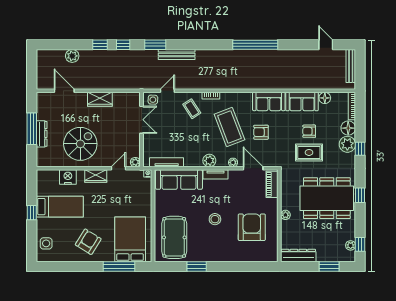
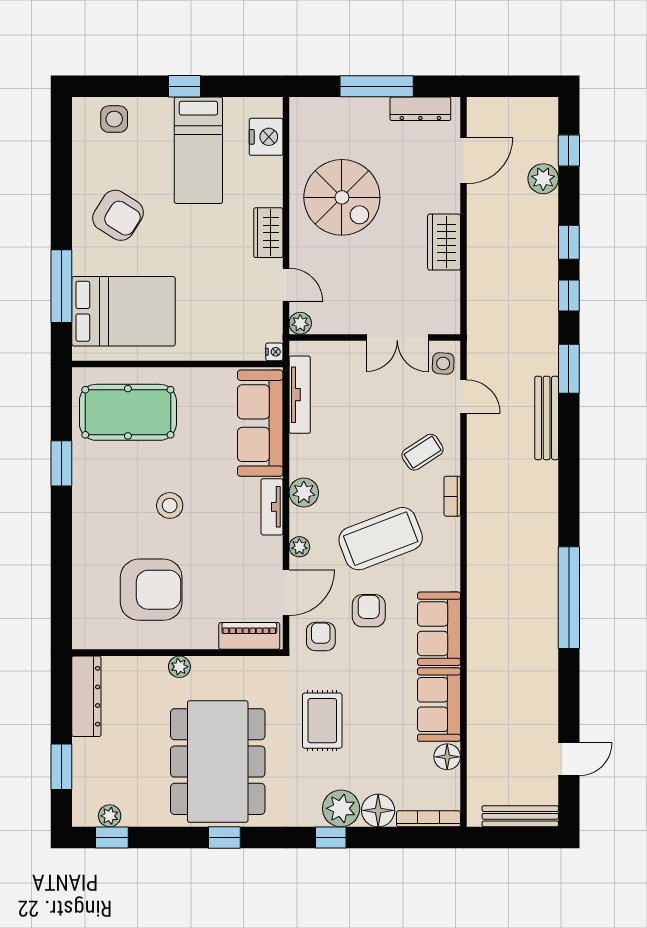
window: (60, 45) -> (569, 150), added
armchair: (309, 131) -> (321, 636), moved
dresser: (42, 134) -> (420, 109), moved
nightstand: (68, 177) -> (266, 137), moved

